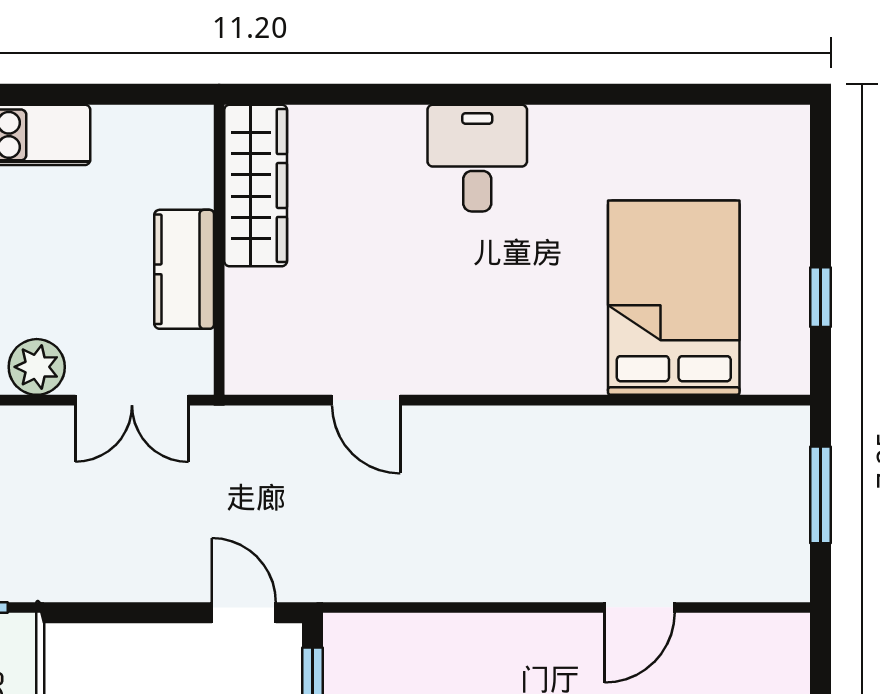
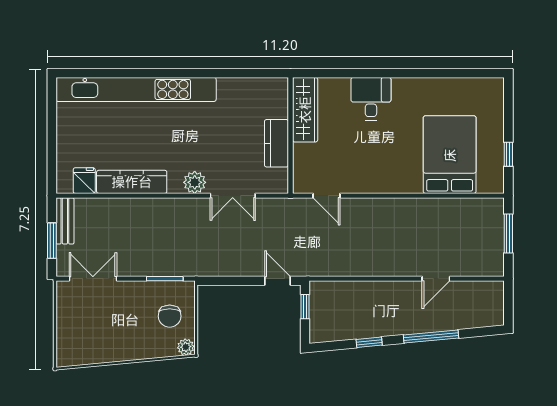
wardrobe: (256, 185) -> (305, 110), moved
wall: (219, 250) -> (290, 135), moved
kitchen counter: (184, 269) -> (276, 143), moved

